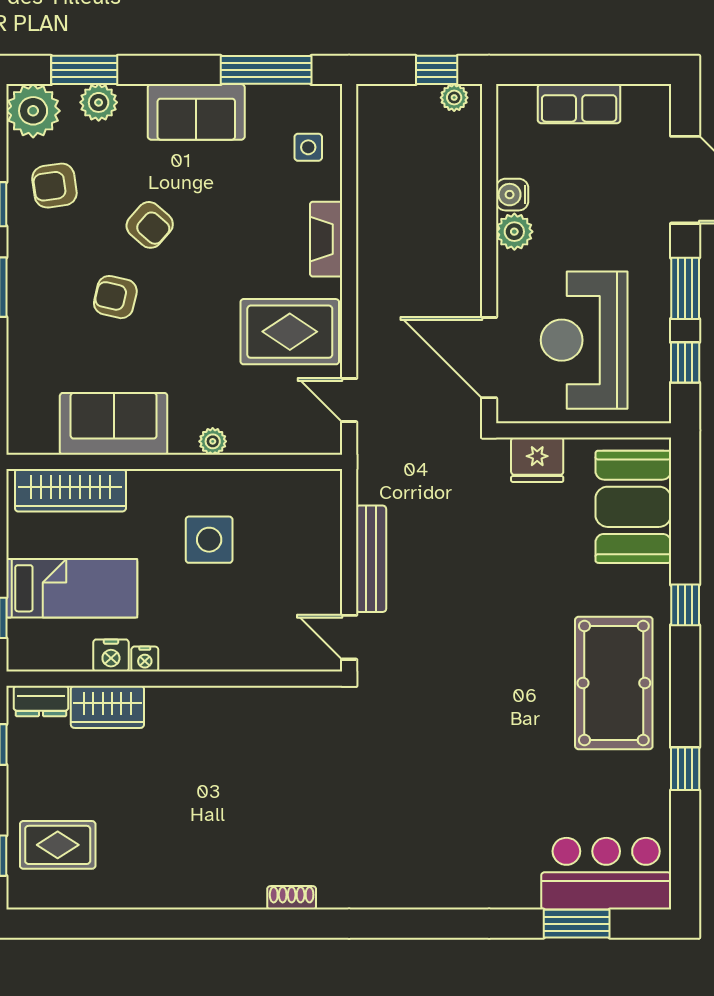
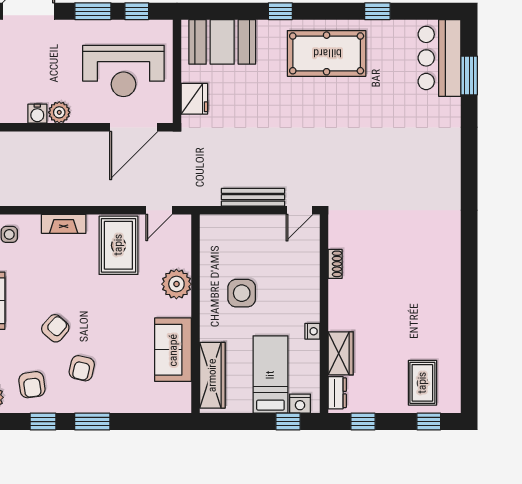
armchair: (115, 297) -> (82, 368), moved
plant: (213, 441) -> (176, 284), width x1.87, depth x1.87
nightstand: (111, 656) -> (300, 404), moved, turned 90
shoe rack: (292, 898) -> (335, 264), moved, turned 180

